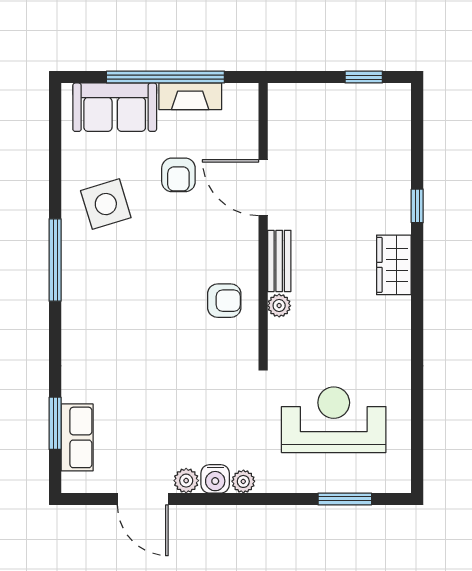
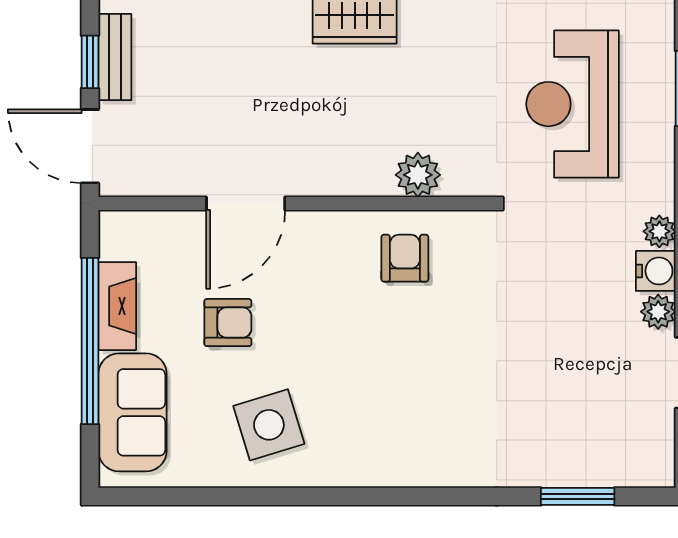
door: (304, 77) -> (90, 146), added
window: (55, 260) -> (348, 496), removed
bench: (279, 261) -> (115, 57), moved, turned 90
plant: (279, 306) -> (418, 175), width x1.38, depth x1.38
row of seats: (77, 437) -> (597, 465), removed

